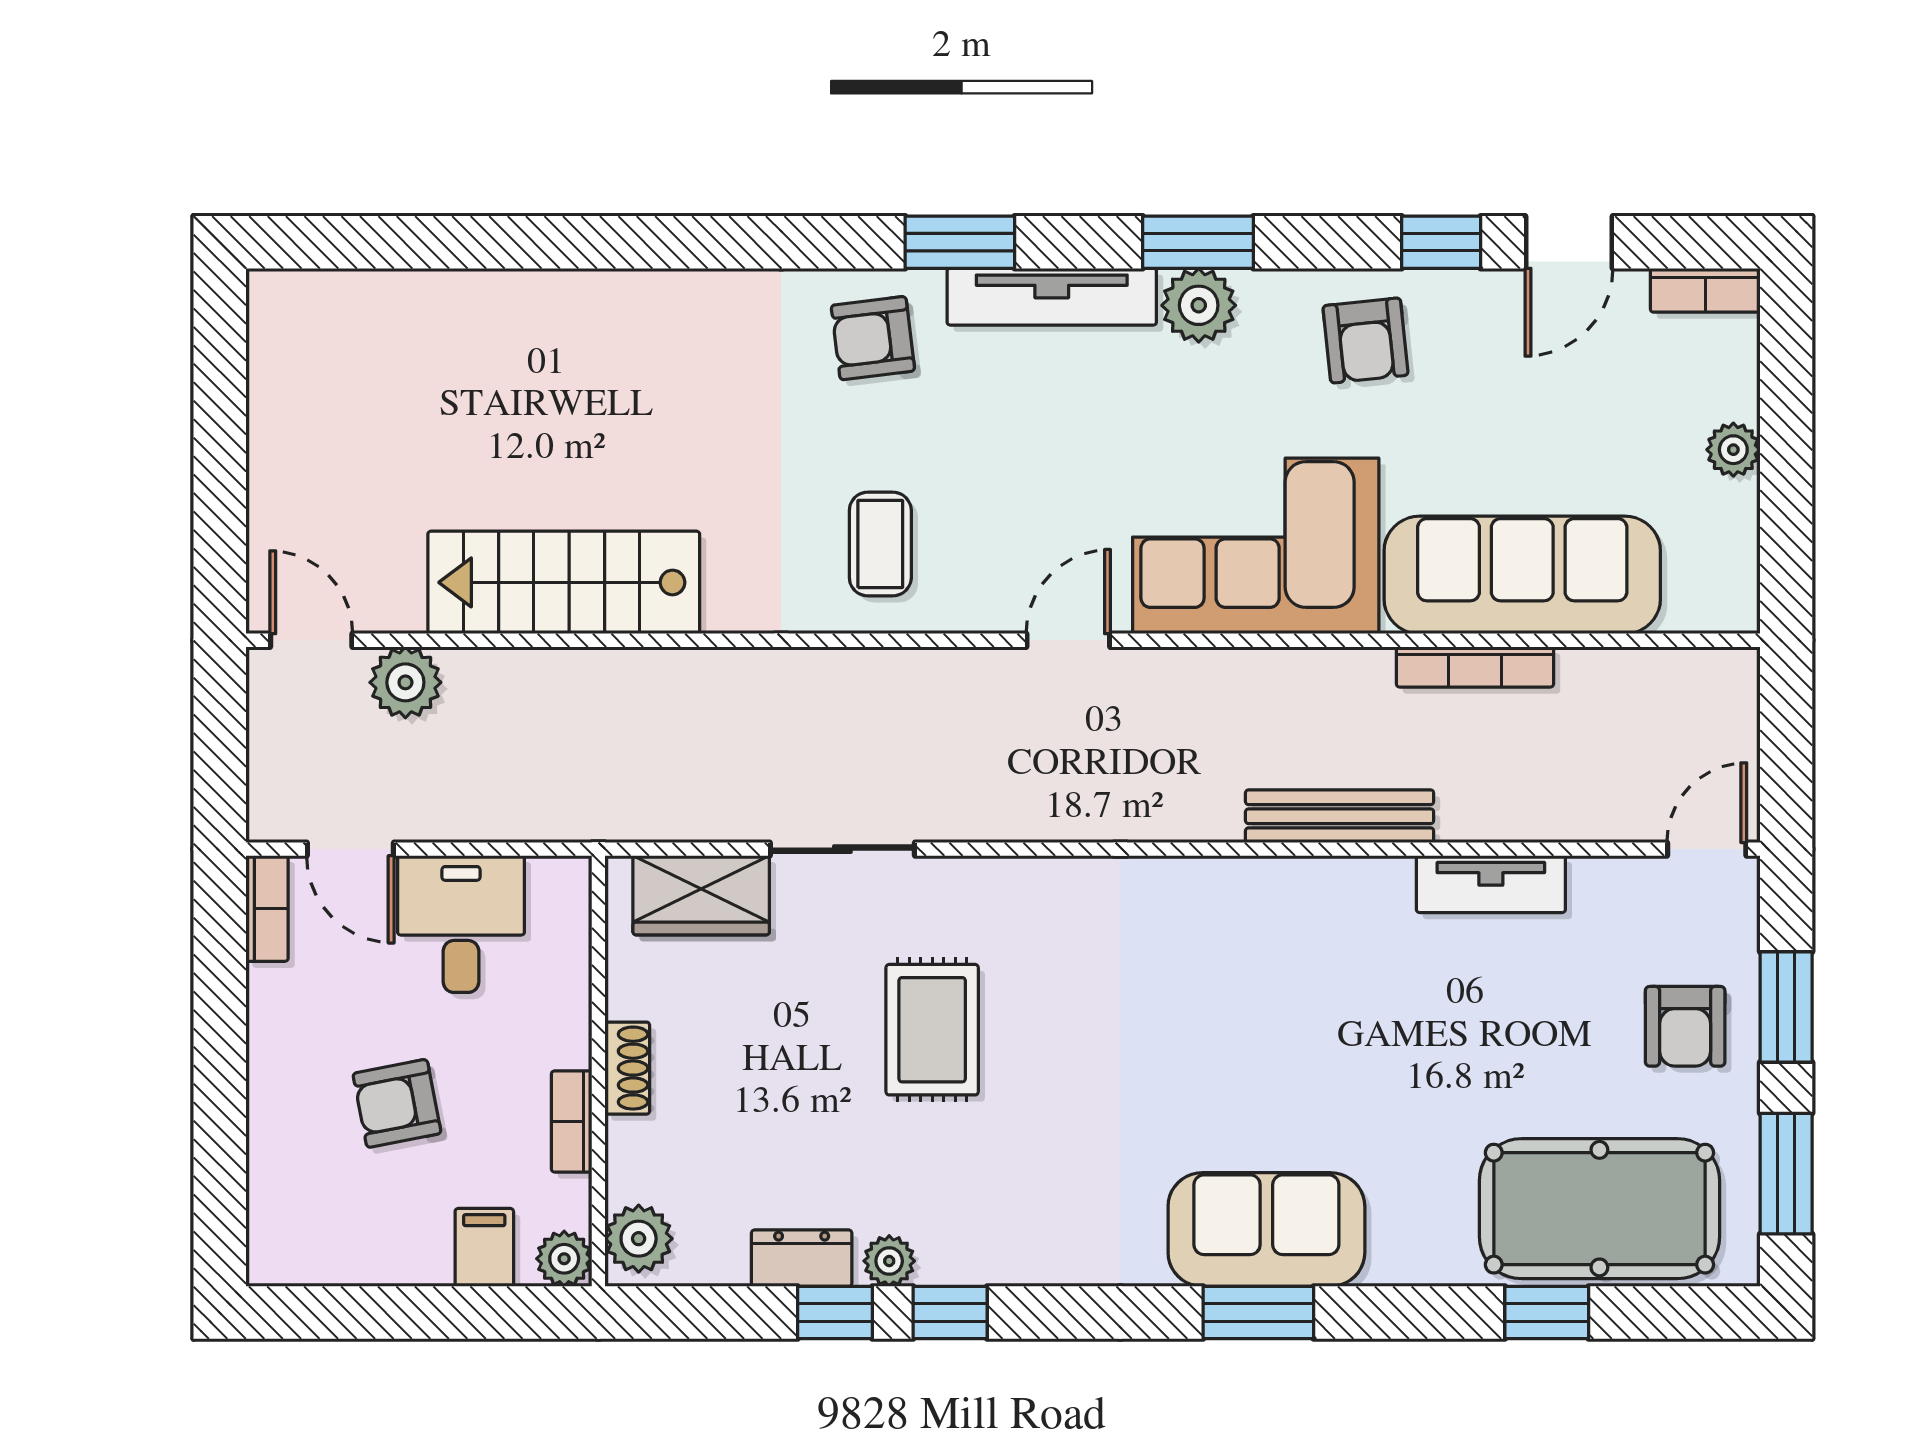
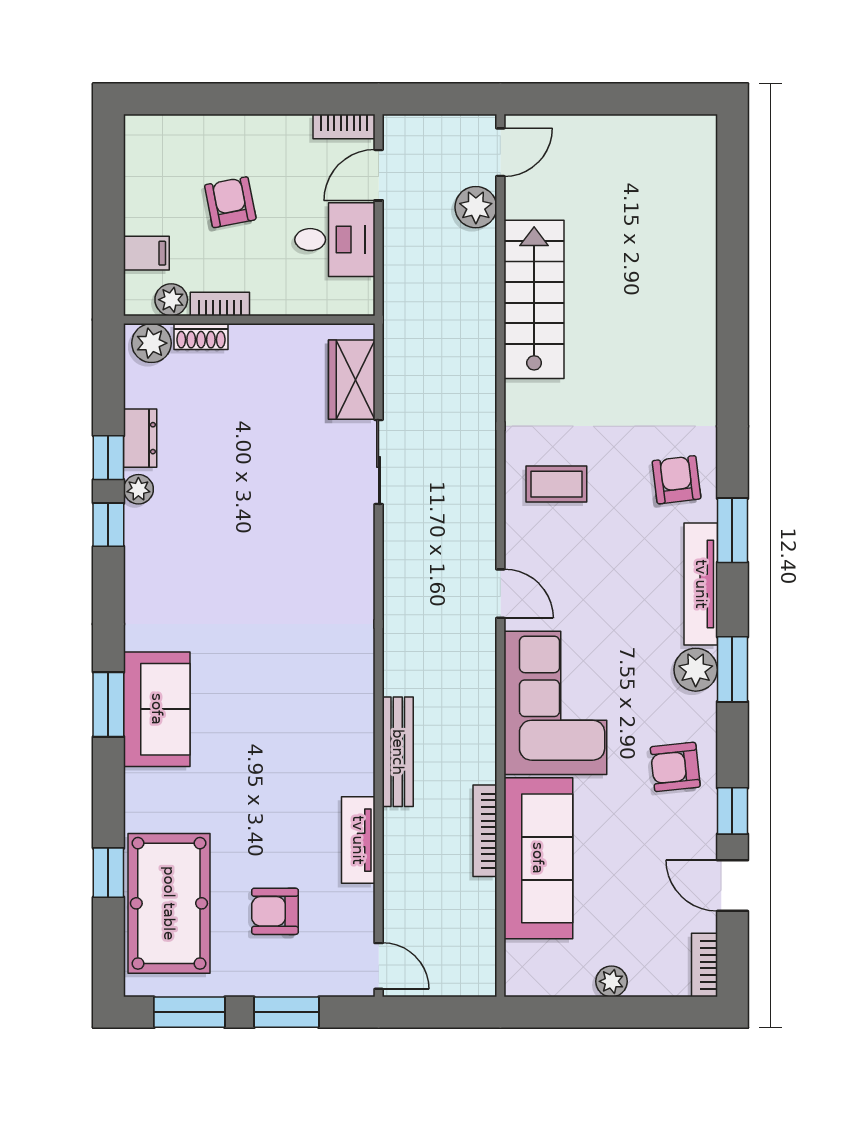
armchair: (1685, 1026) -> (275, 911), moved
rug: (932, 1030) -> (273, 514), removed
shoe rack: (627, 1068) -> (201, 336), moved
plant: (564, 1259) -> (171, 300), moved

